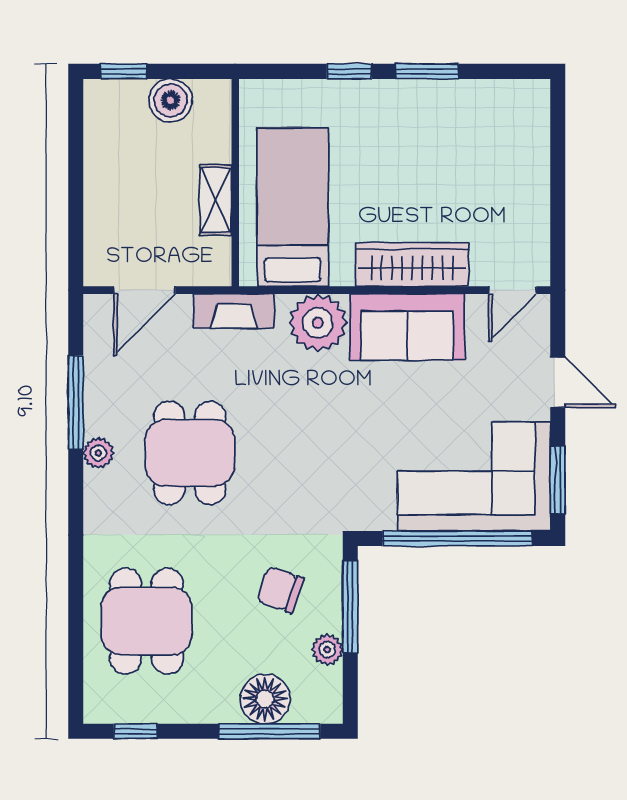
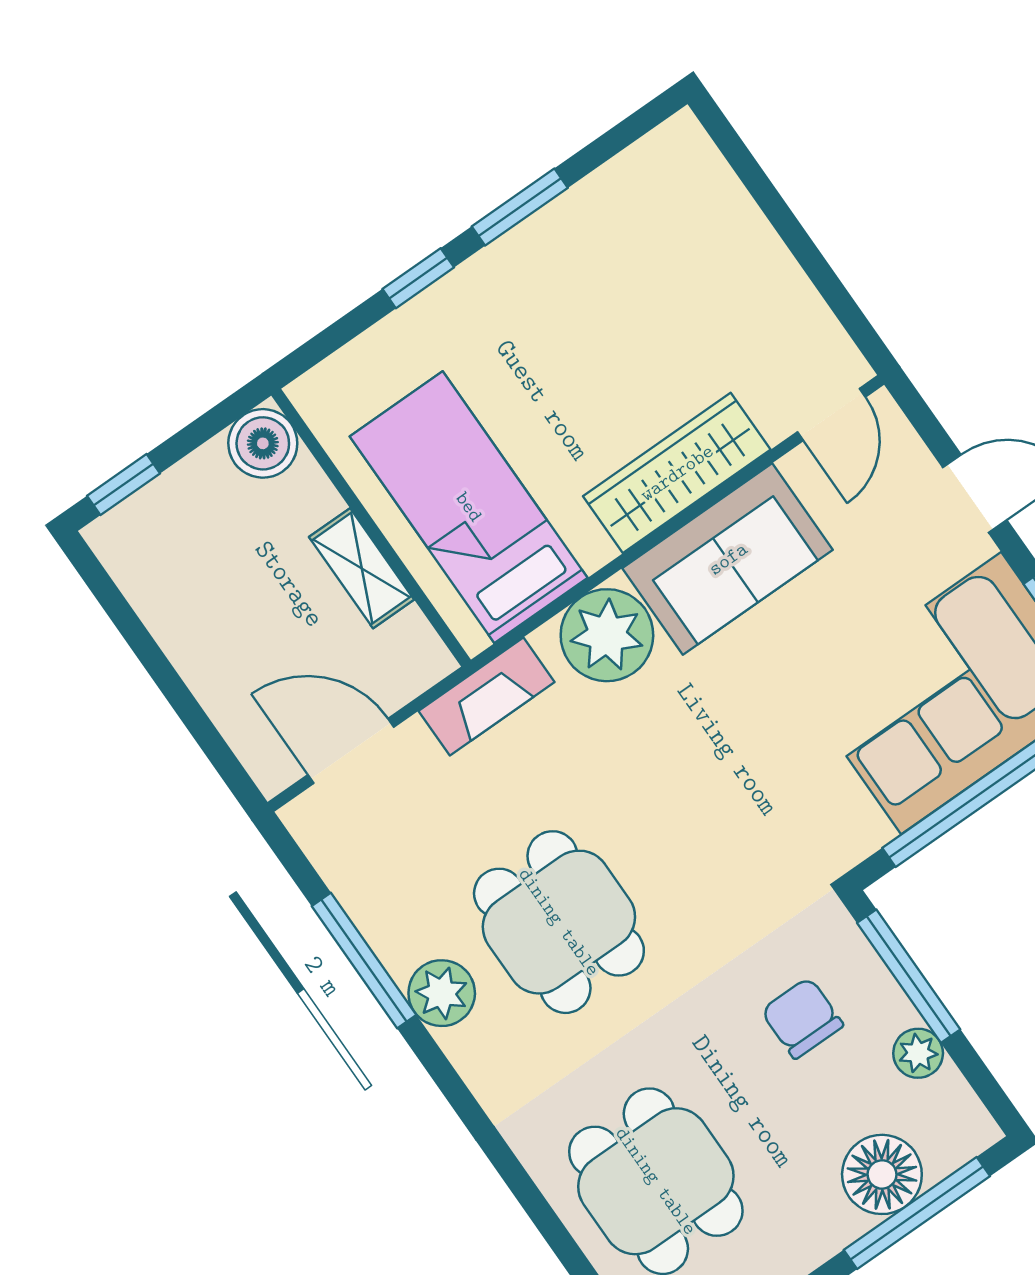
boiler: (171, 100) -> (263, 443), moved
door: (145, 290) -> (351, 751), swing flipped
plant: (98, 453) -> (442, 993), width x1.38, depth x1.38
chair: (280, 590) -> (802, 1018), turned 71

